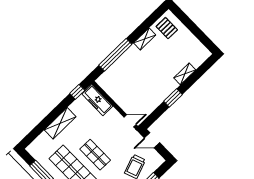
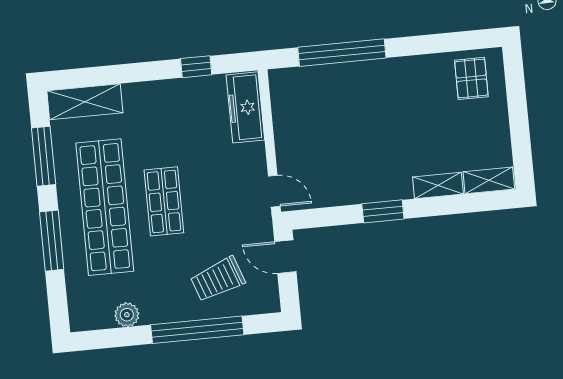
shelving: (145, 39) -> (489, 180), moved
window: (77, 92) -> (196, 67), moved
shelving: (60, 123) -> (85, 102), moved

